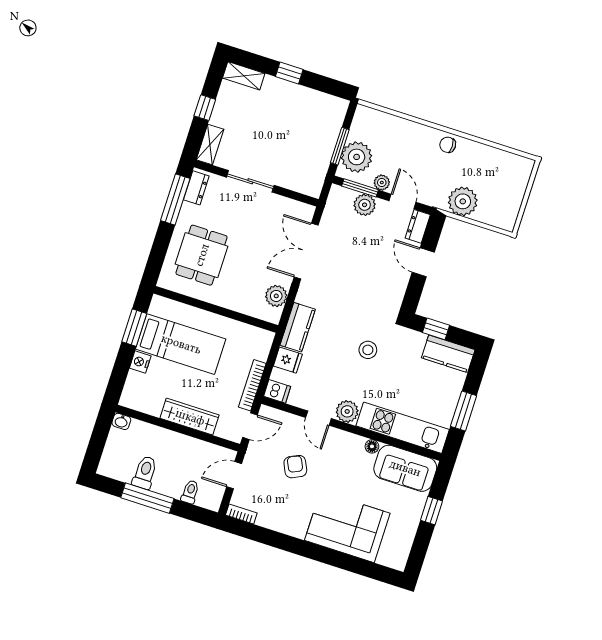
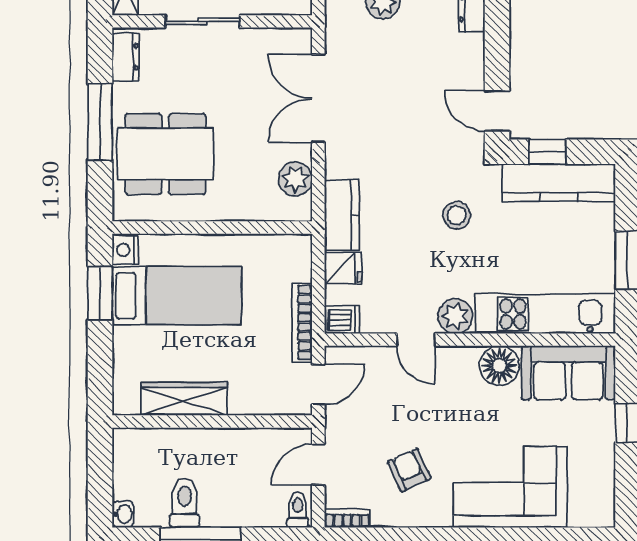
window: (175, 200) -> (100, 122), moved
dining table: (202, 255) -> (165, 154), width x1.38
door: (423, 262) -> (497, 111), moved
kitchen counter: (448, 354) -> (559, 183), width x1.50
nightstand: (140, 362) -> (125, 250), moved
wardrobe: (190, 417) -> (184, 399), moved
washbasin: (121, 421) -> (123, 514), moved, turned -90
floor lamp: (372, 446) -> (499, 366), width x1.89, depth x1.89
armchair: (295, 467) -> (409, 470), moved
toilet: (190, 492) -> (298, 510), moved

